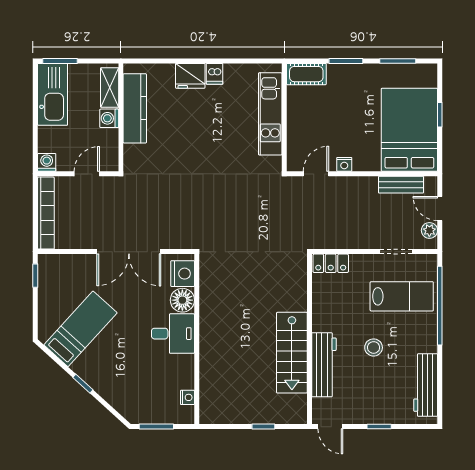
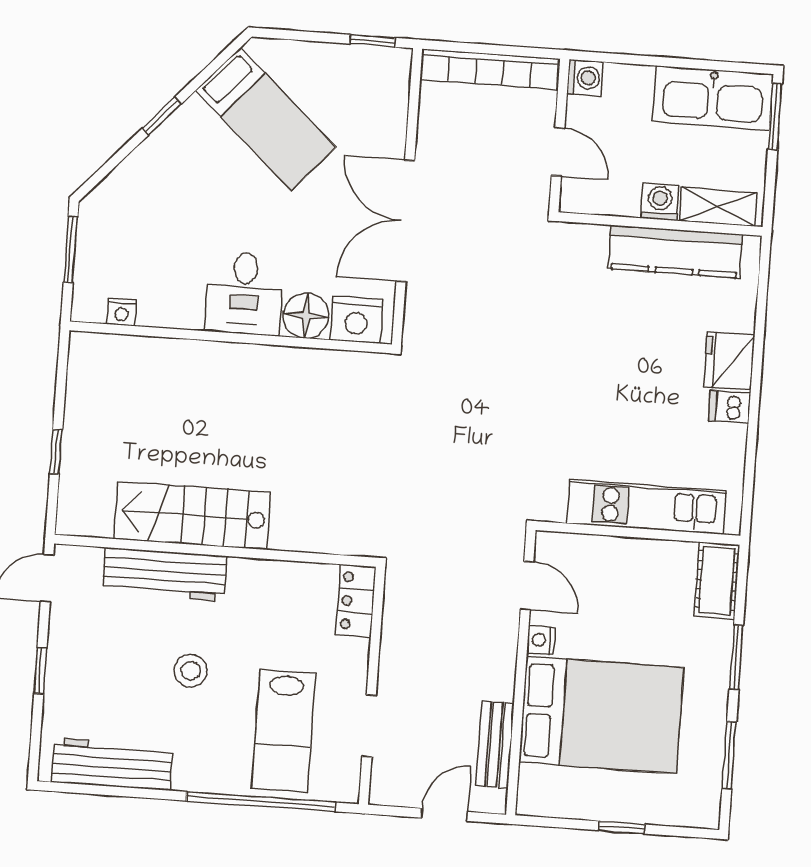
bed: (409, 130) -> (601, 715), moved
plant: (429, 230) -> (404, 792), removed

